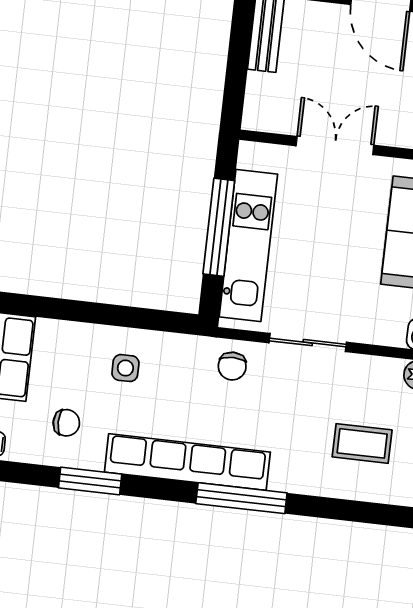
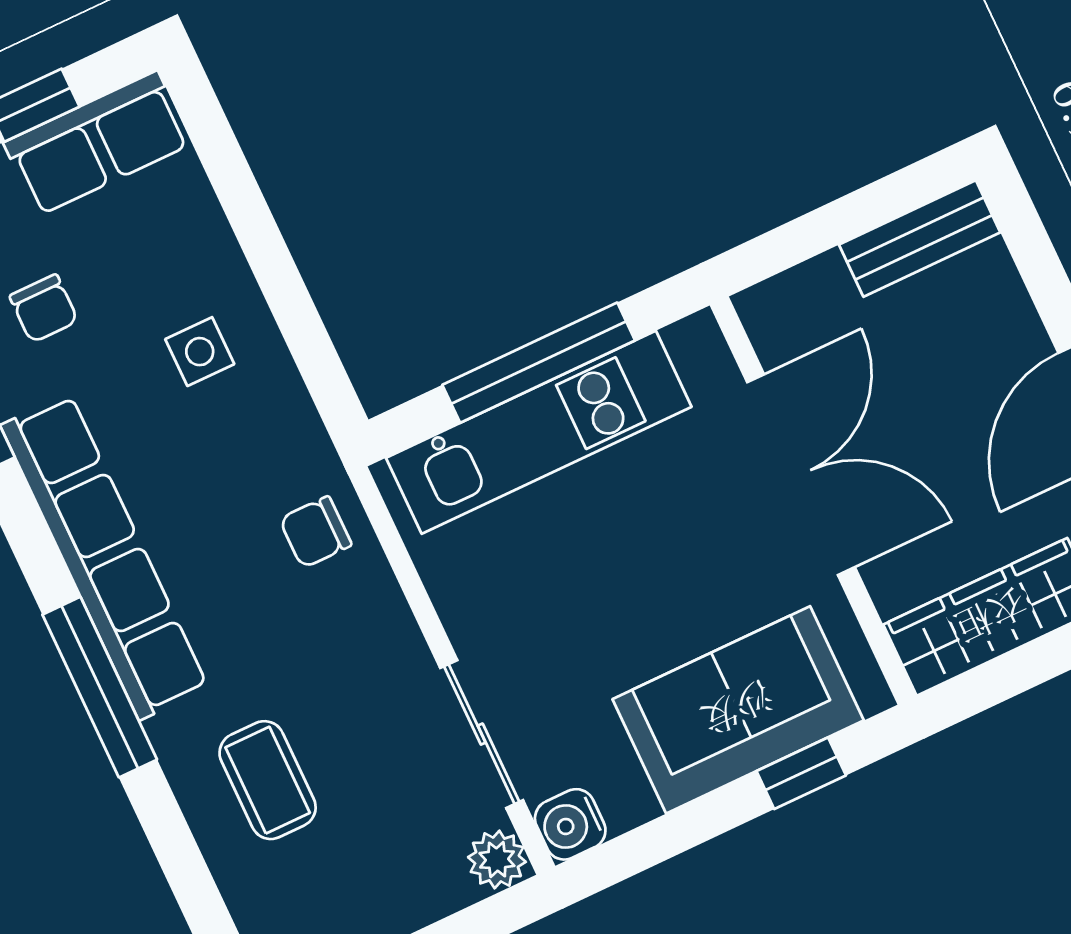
double door: (335, 146) -> (801, 475), width x1.37
sliding door: (308, 343) -> (482, 734), moved
coffee table: (362, 443) -> (268, 780), moved

